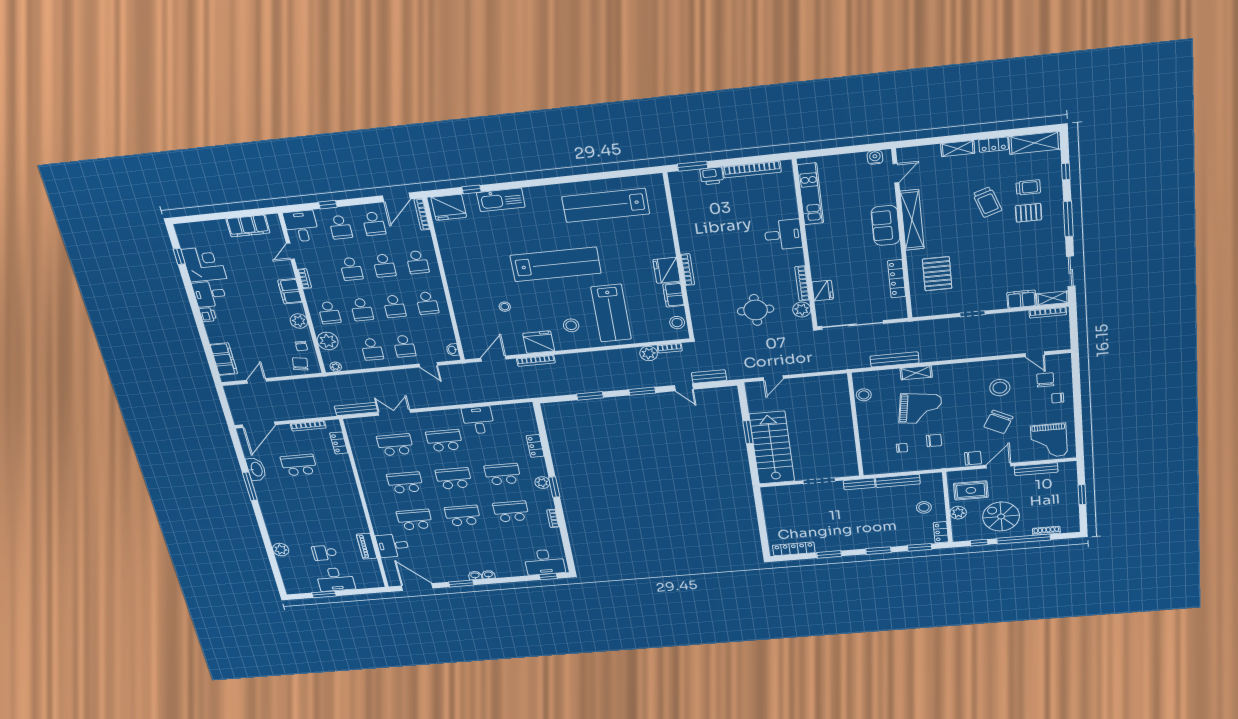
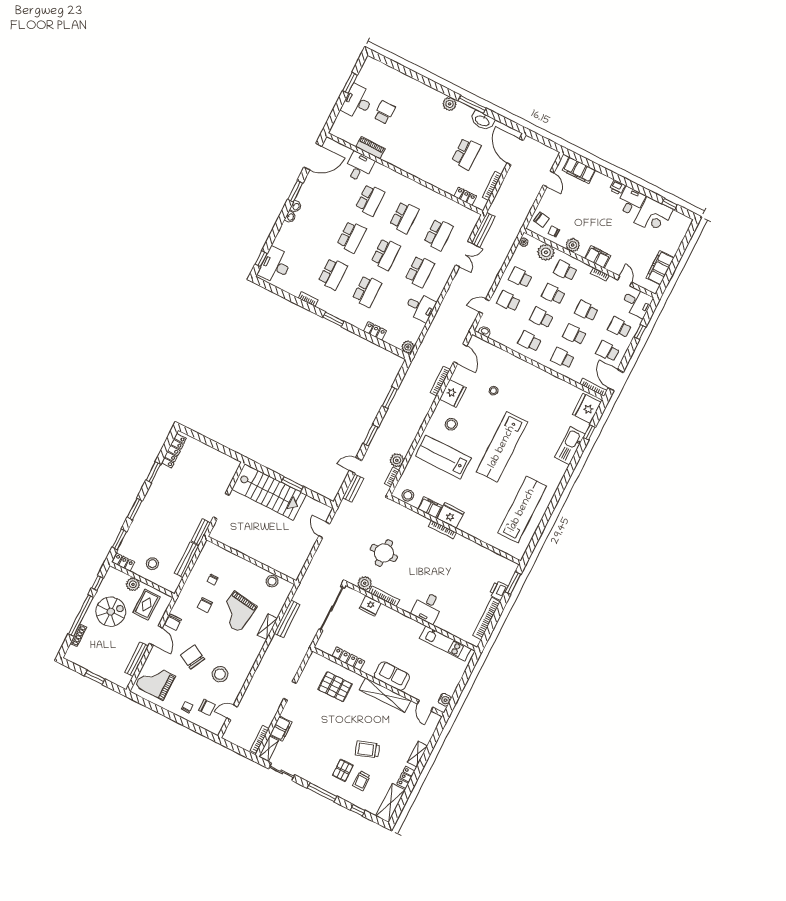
plant: (542, 483) -> (408, 347), moved
plant: (281, 550) -> (450, 104), moved

